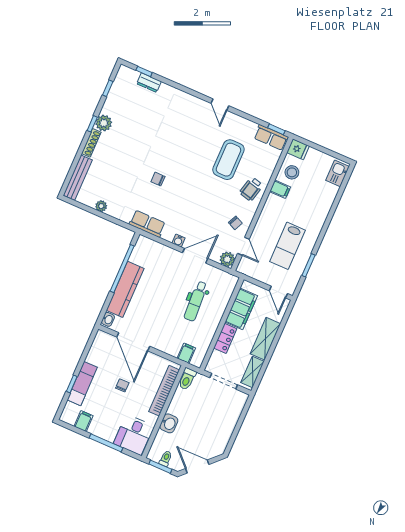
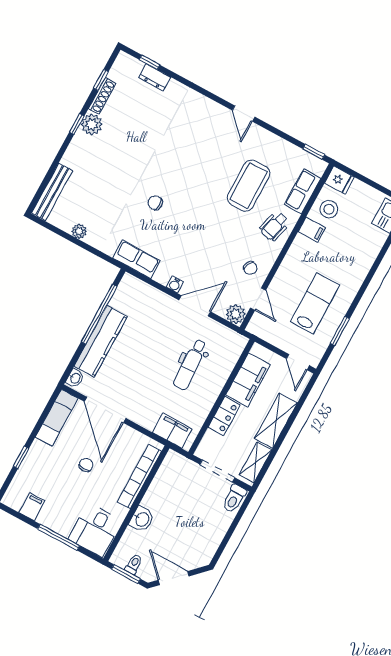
row of seats: (271, 137) -> (303, 191), moved, turned 90
shoe rack: (91, 143) -> (102, 96), moved
lab bench: (287, 246) -> (315, 303), turned 180
filing cabinet: (186, 353) -> (172, 431), width x2.00
toilet: (187, 379) -> (234, 499), moved
exam couch: (82, 384) -> (57, 418), moved

